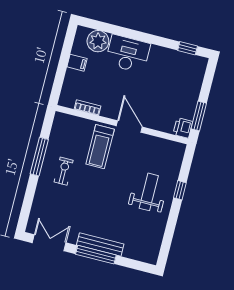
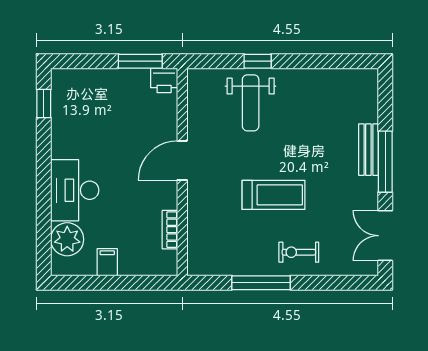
treadmill: (100, 147) -> (273, 195), moved
exercise bike: (64, 171) -> (299, 252), moved
weight bench: (149, 192) -> (251, 103), moved, turned -90
bench: (100, 244) -> (368, 150), width x0.73

